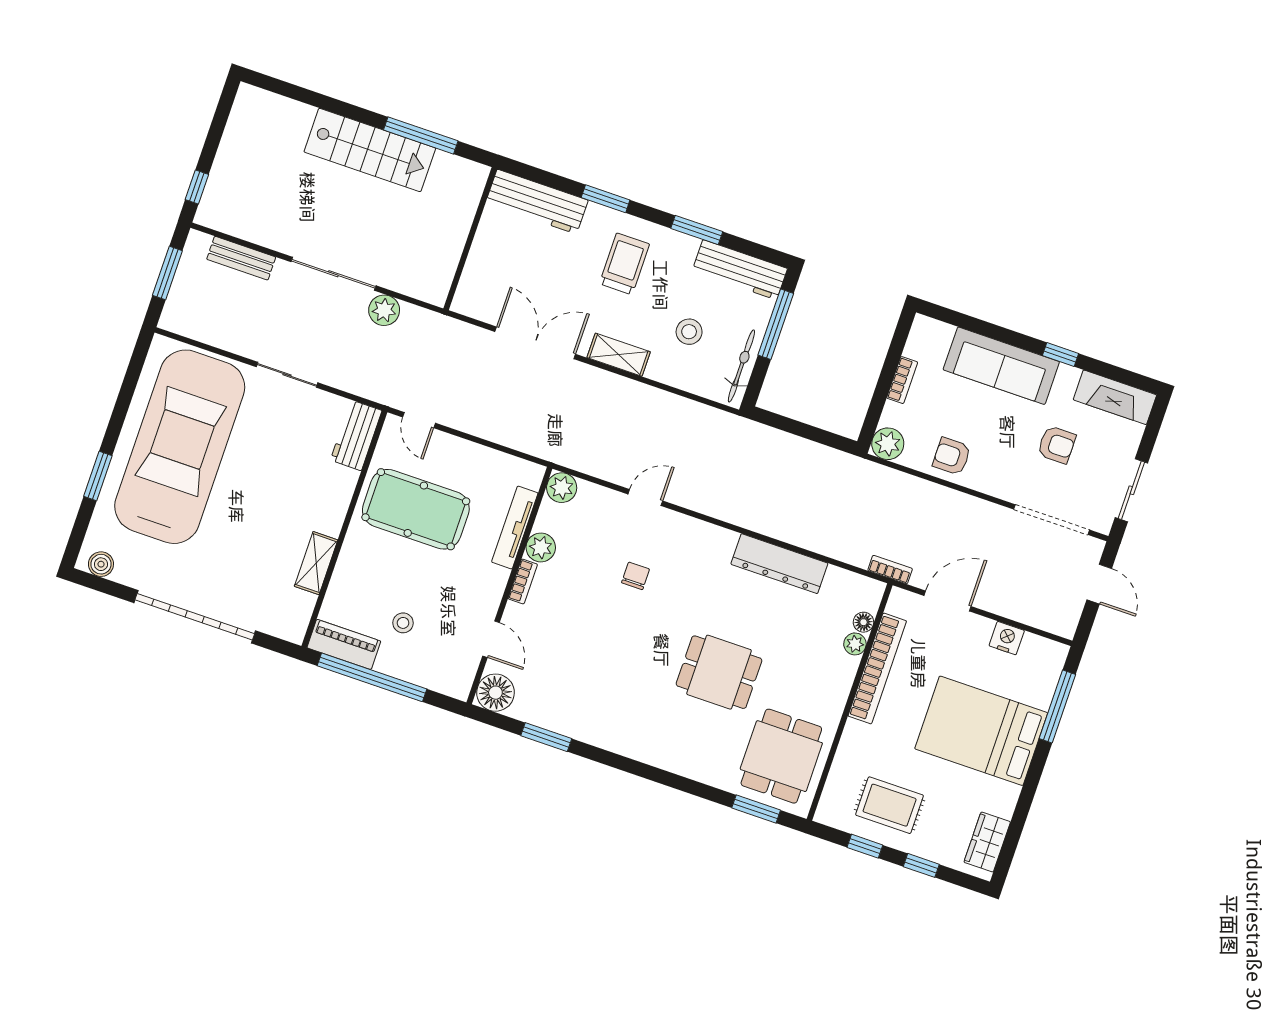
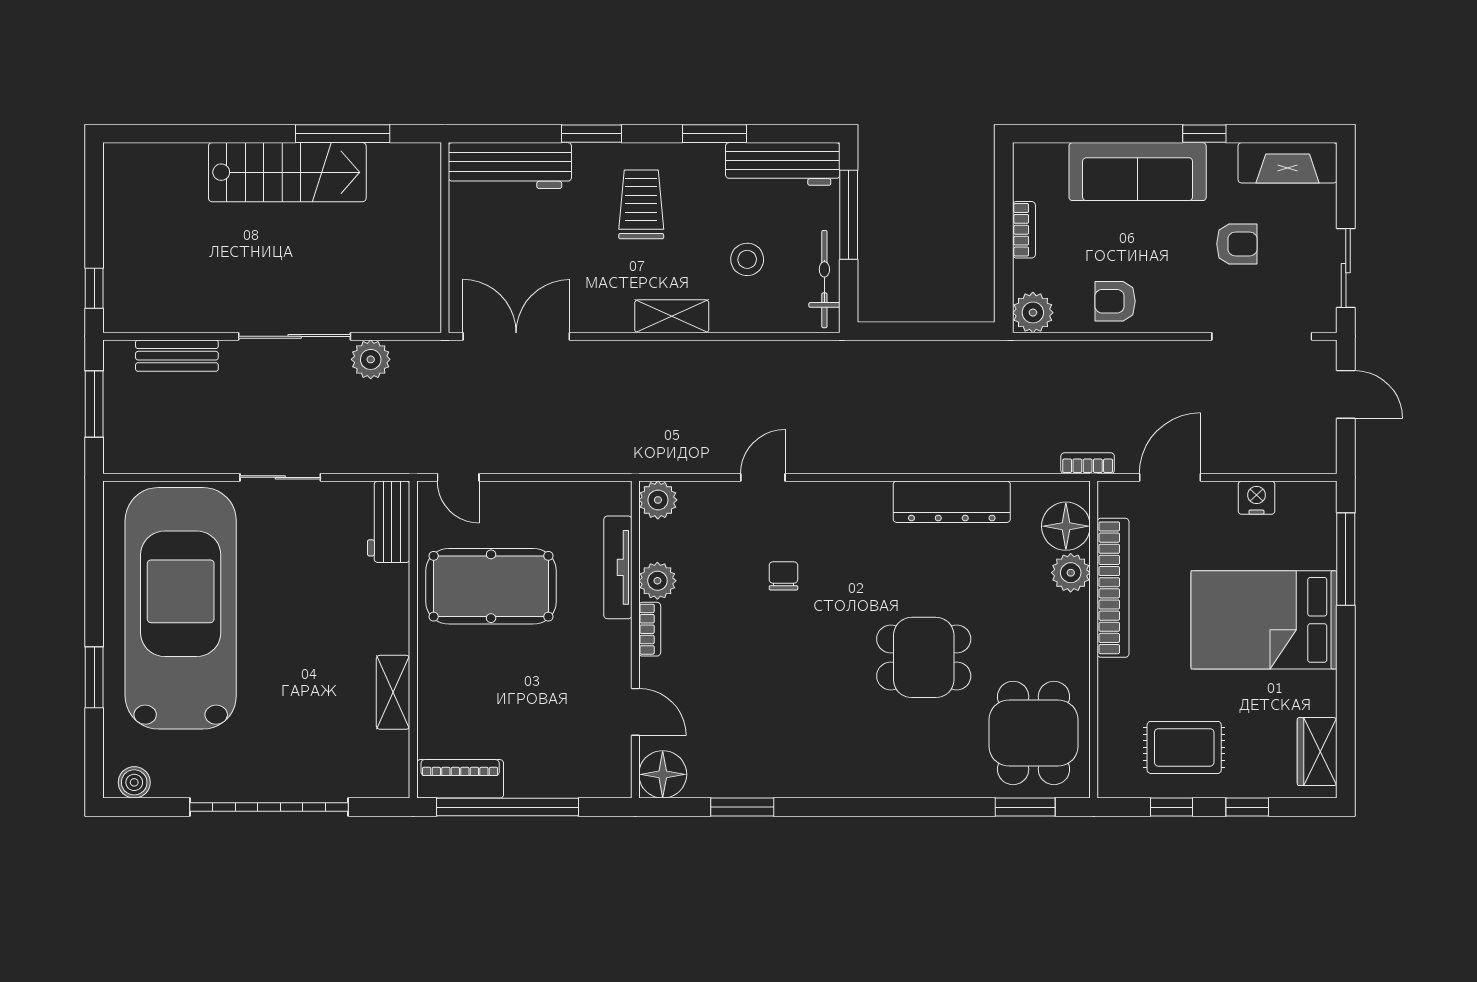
double door: (535, 343) -> (516, 336), moved
floor lamp: (863, 622) -> (1066, 526), width x1.89, depth x1.89
stool: (403, 623) -> (523, 729), removed
plant: (855, 644) -> (1071, 573), width x1.38, depth x1.38

